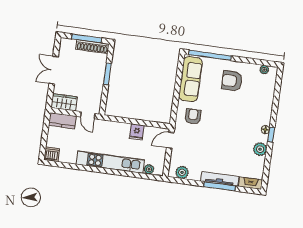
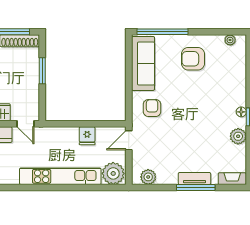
plant: (149, 169) -> (113, 173), width x1.88, depth x1.88
tv unit: (220, 179) -> (194, 179), width x0.71

